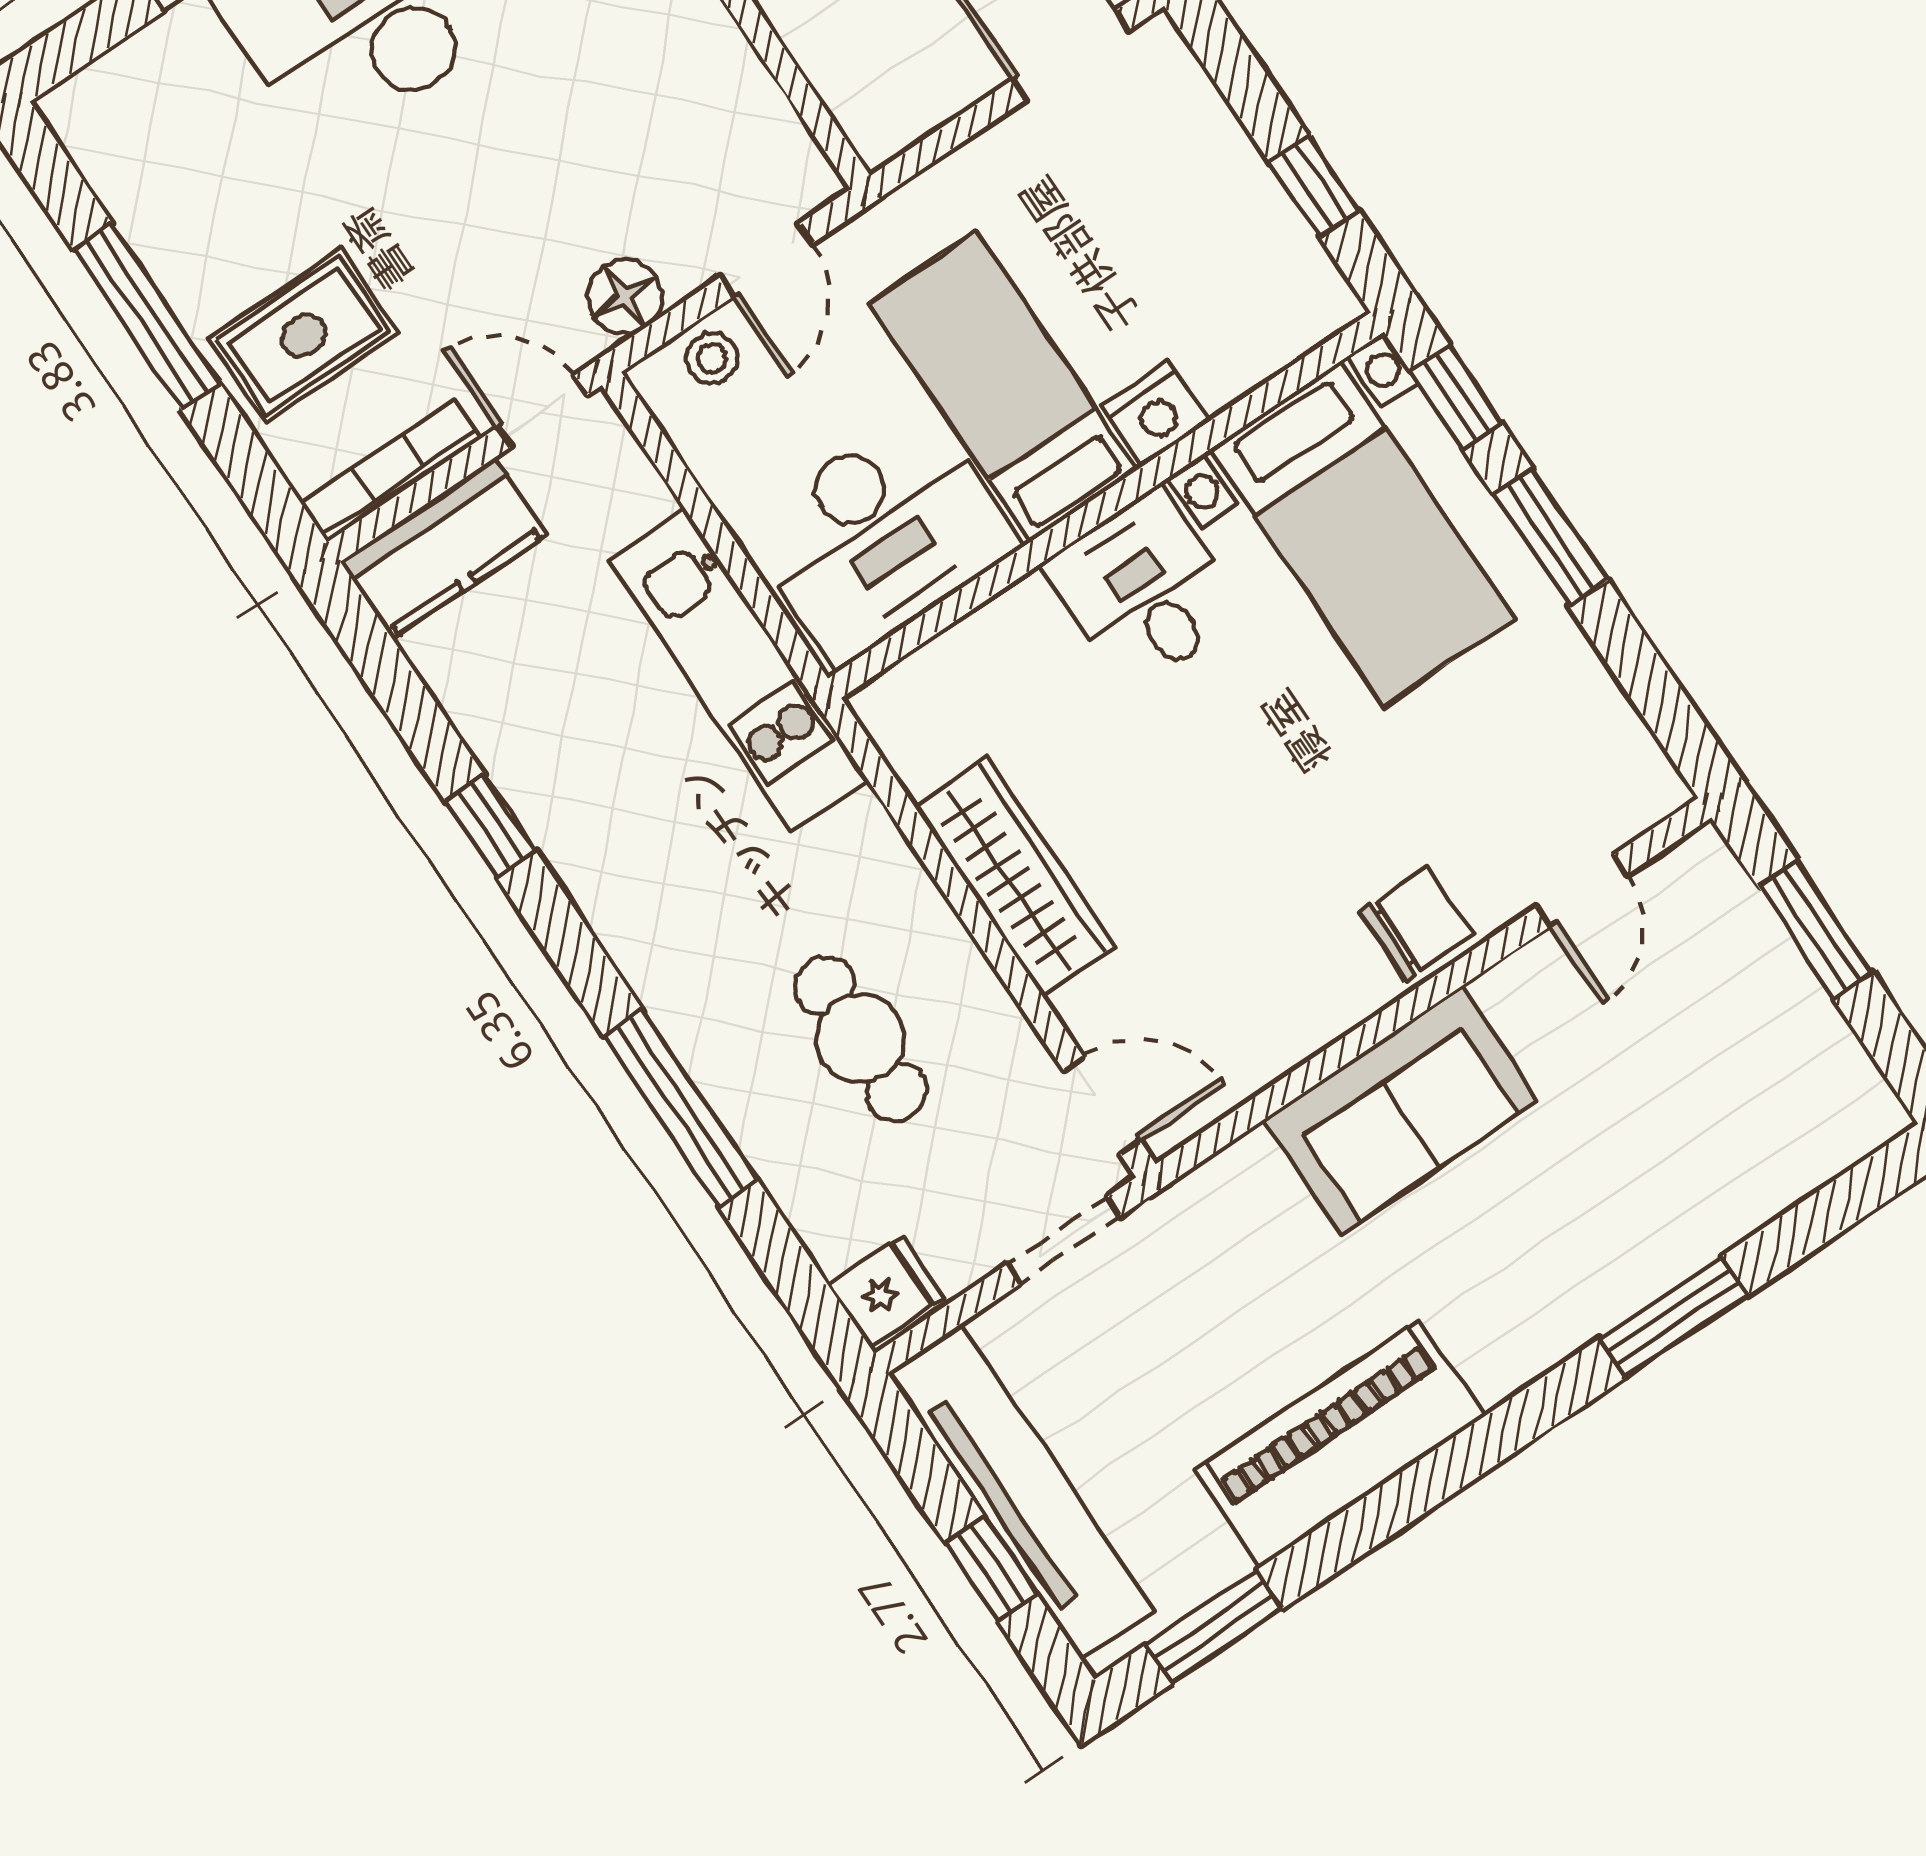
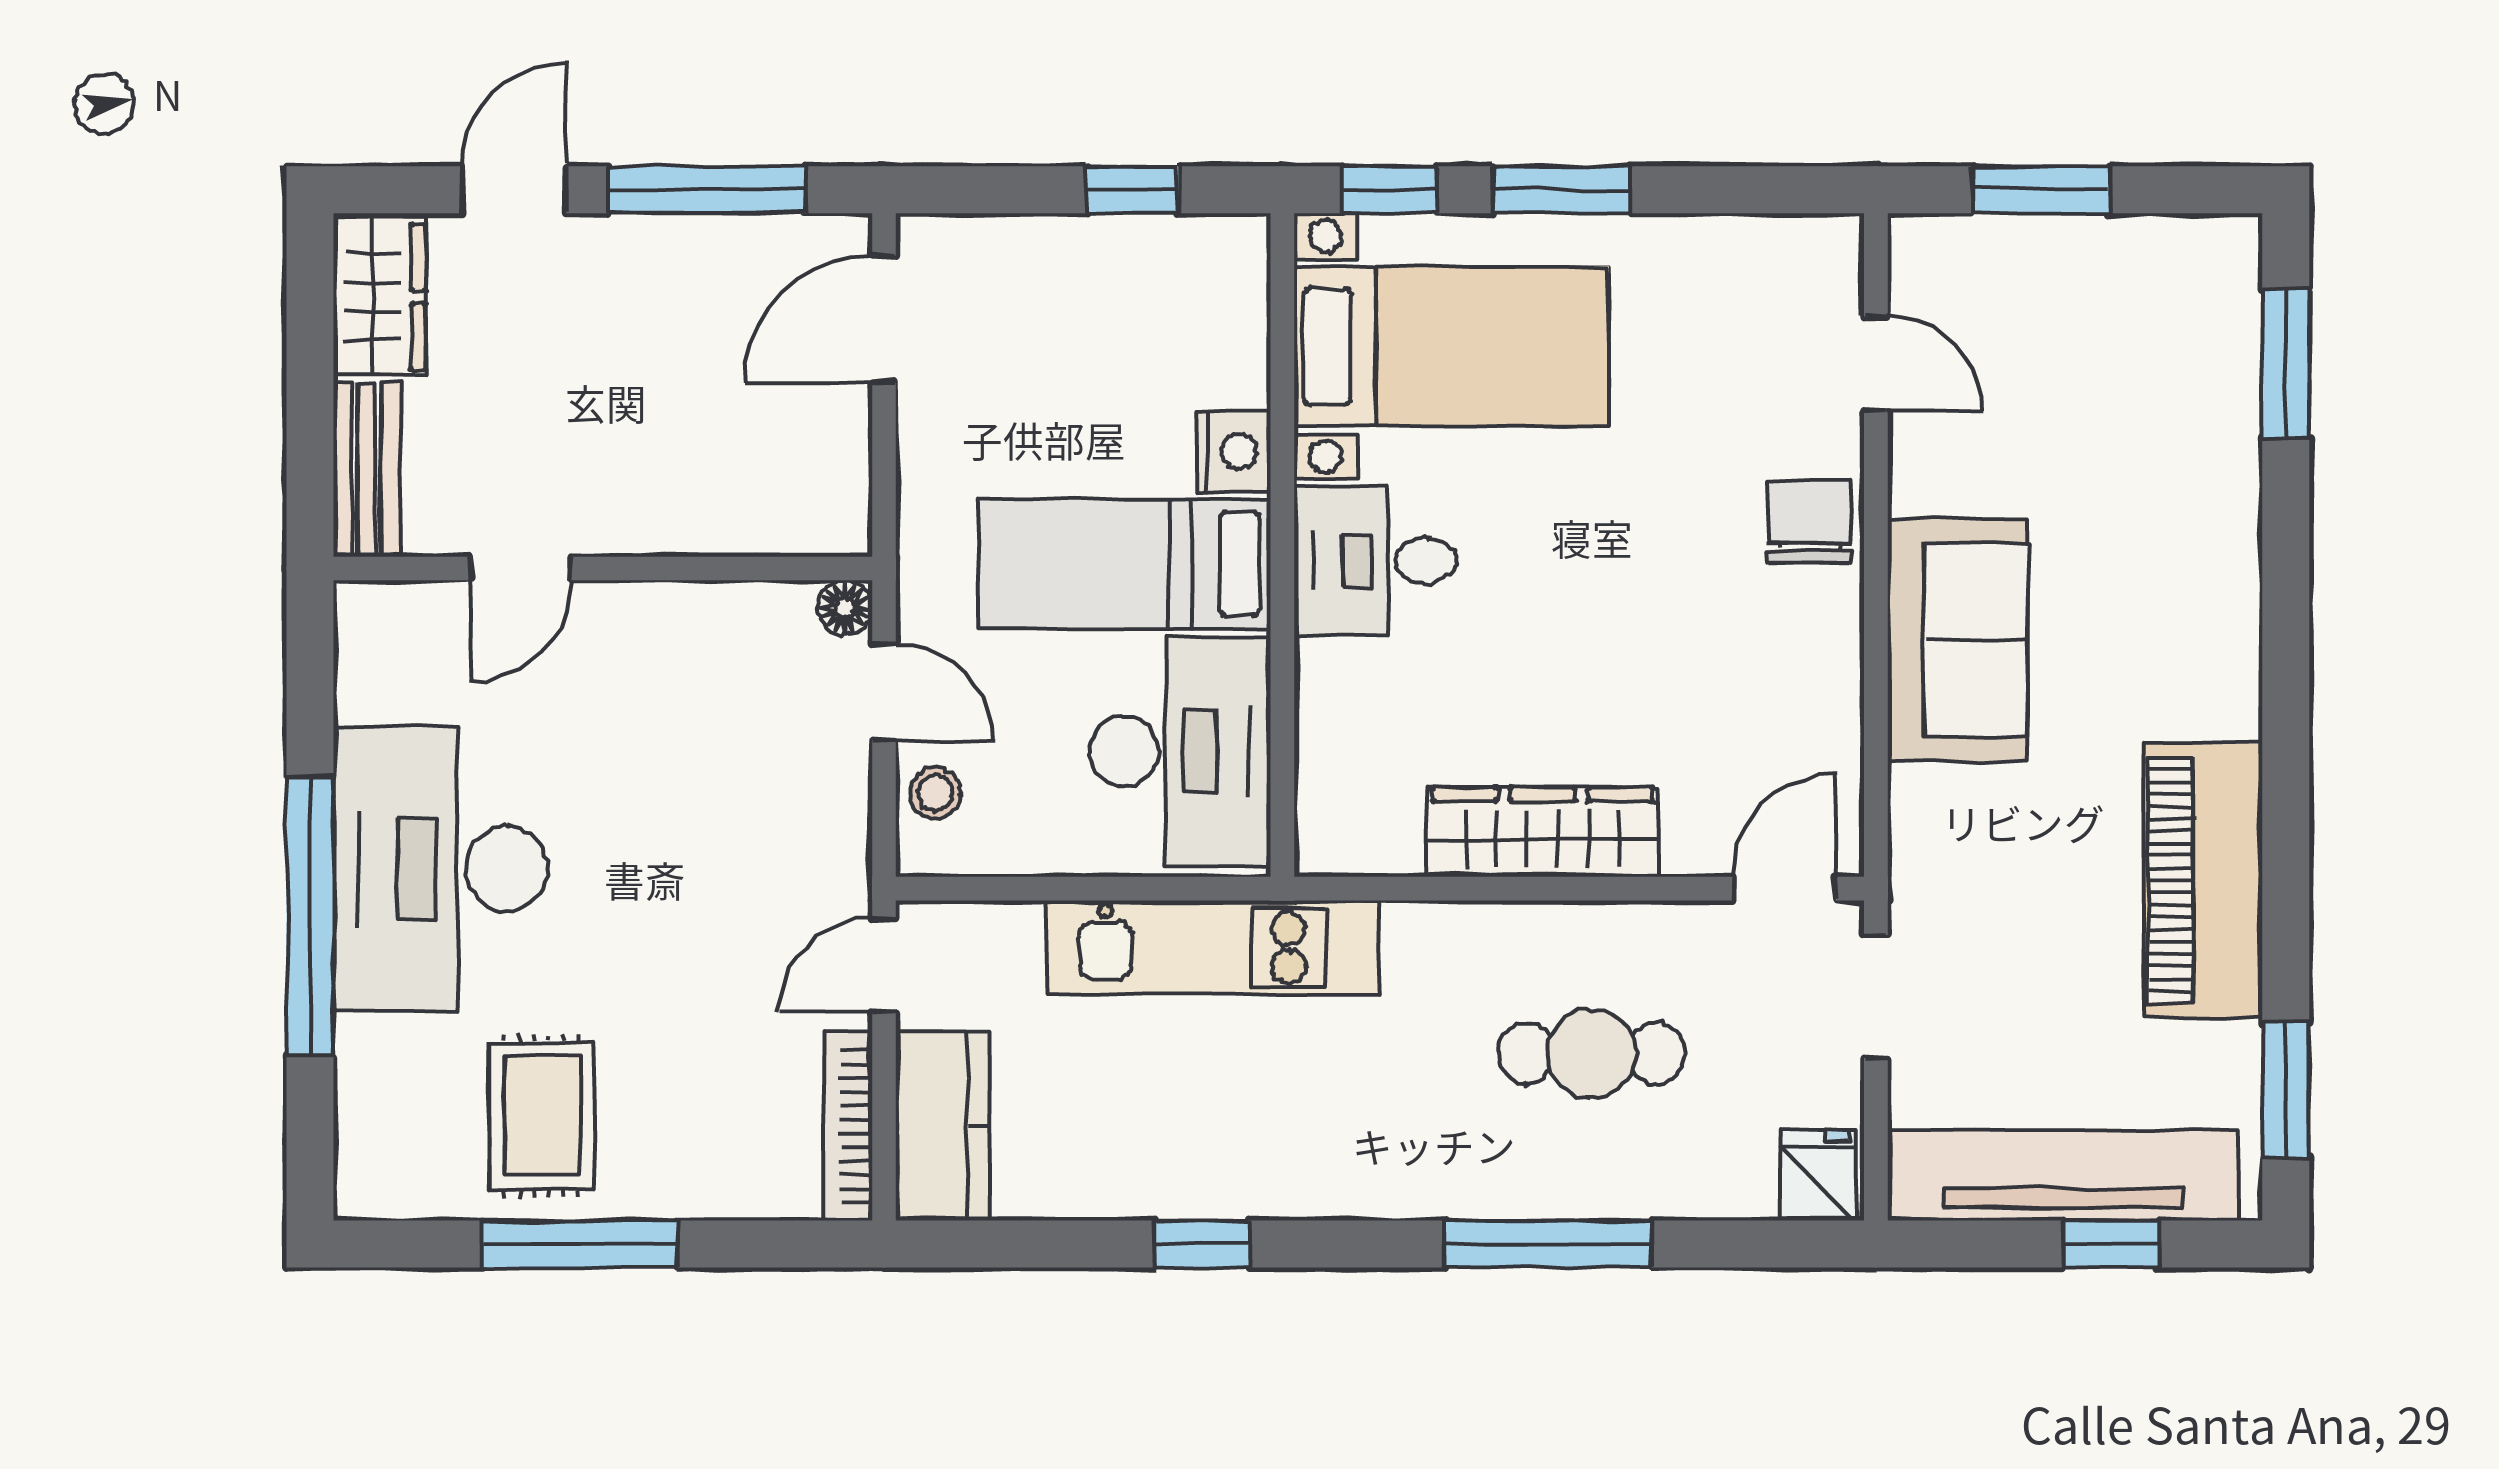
floor lamp: (625, 297) -> (845, 608), moved, width x0.73, depth x0.73
rug: (304, 336) -> (542, 1116), moved
window: (1674, 1317) -> (2286, 364), moved

